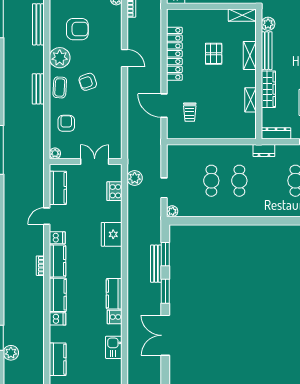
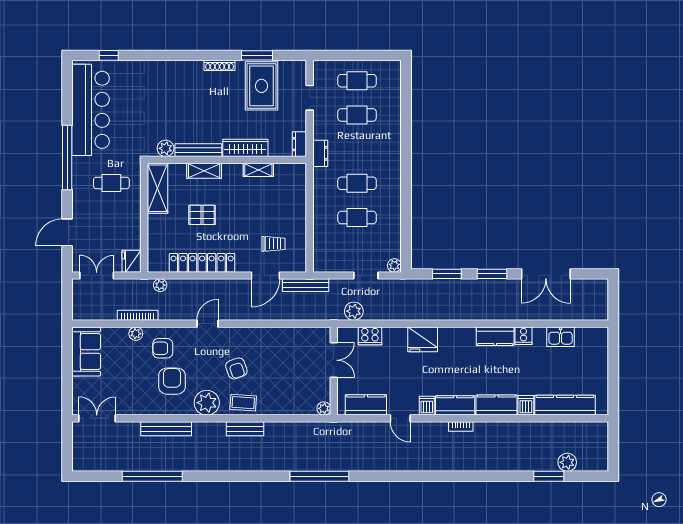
shelving: (242, 15) -> (158, 188), width x1.50, depth x1.33
plant: (156, 19) -> (160, 285), added
armchair: (66, 123) -> (163, 348), moved
dresser: (276, 133) -> (299, 144), width x0.70
double door: (95, 162) -> (334, 360), swing flipped
bench: (156, 264) -> (306, 285), moved
kitchen counter: (58, 359) -> (565, 405), width x1.50

